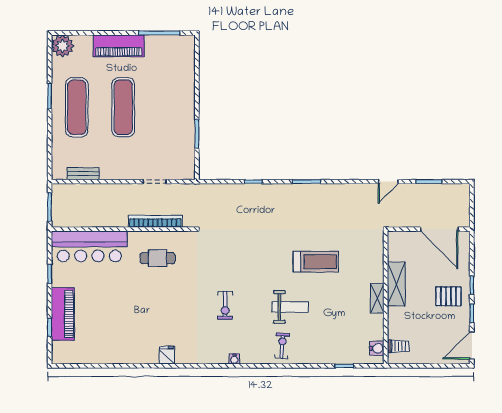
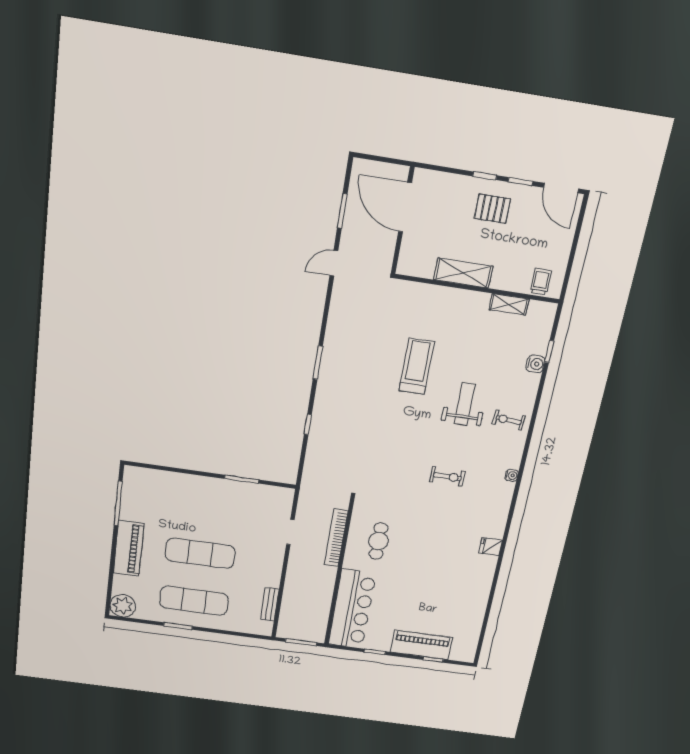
door: (388, 182) -> (334, 263), swing flipped
door: (439, 229) -> (405, 207), swing flipped
pallet: (448, 296) -> (492, 209), turned 90
shelving: (377, 298) -> (509, 304), moved
water cooler: (377, 348) -> (535, 364), moved, turned 90

